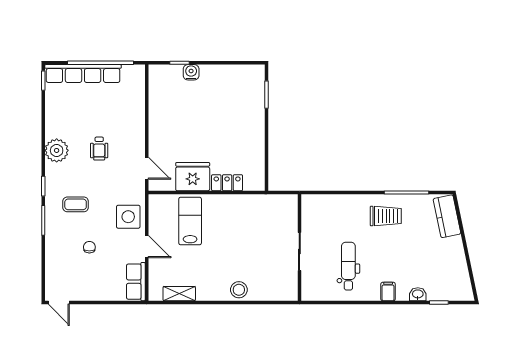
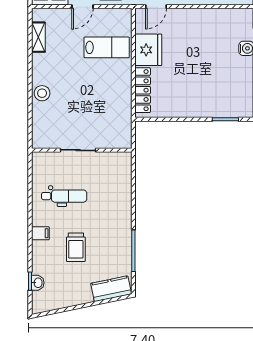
locker: (227, 183) -> (143, 90), width x1.53
trolley: (386, 216) -> (76, 247), moved
washbasin: (418, 294) -> (38, 283), moved

